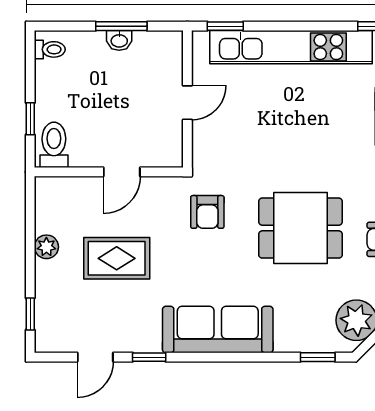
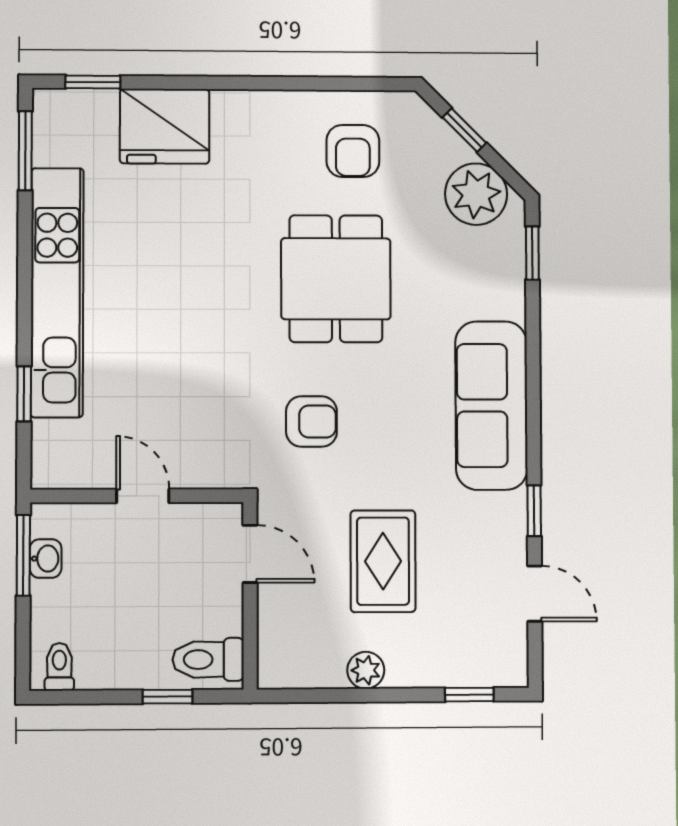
wall: (187, 99) -> (137, 496), moved
door: (187, 103) -> (143, 496), moved

